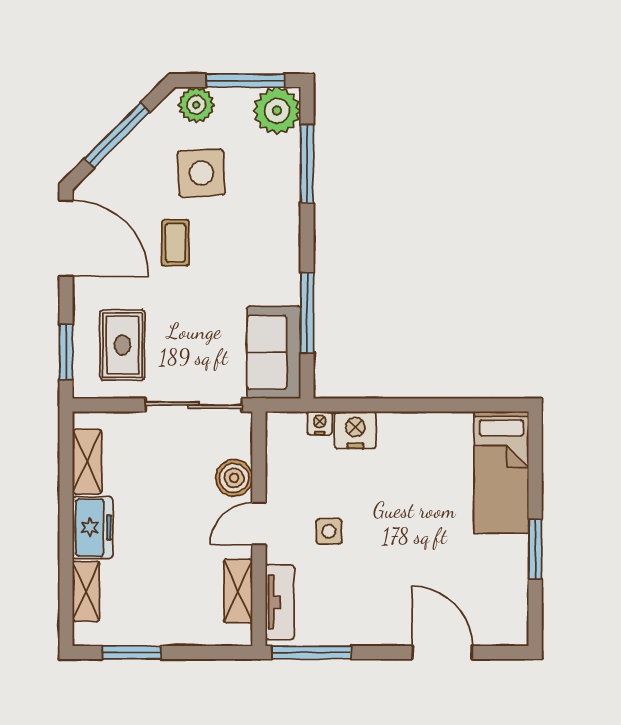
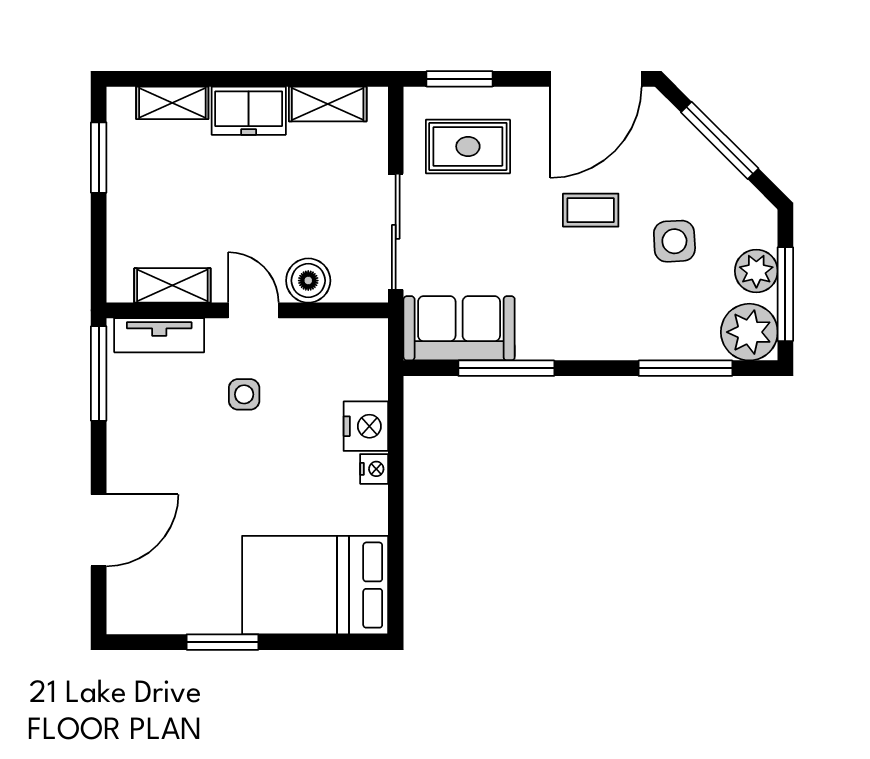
plant: (196, 105) -> (756, 271), moved
side table: (201, 173) -> (674, 241), width x0.73, depth x0.73
nightstand: (320, 423) -> (374, 469), moved
bed: (501, 472) -> (315, 585), width x1.50

